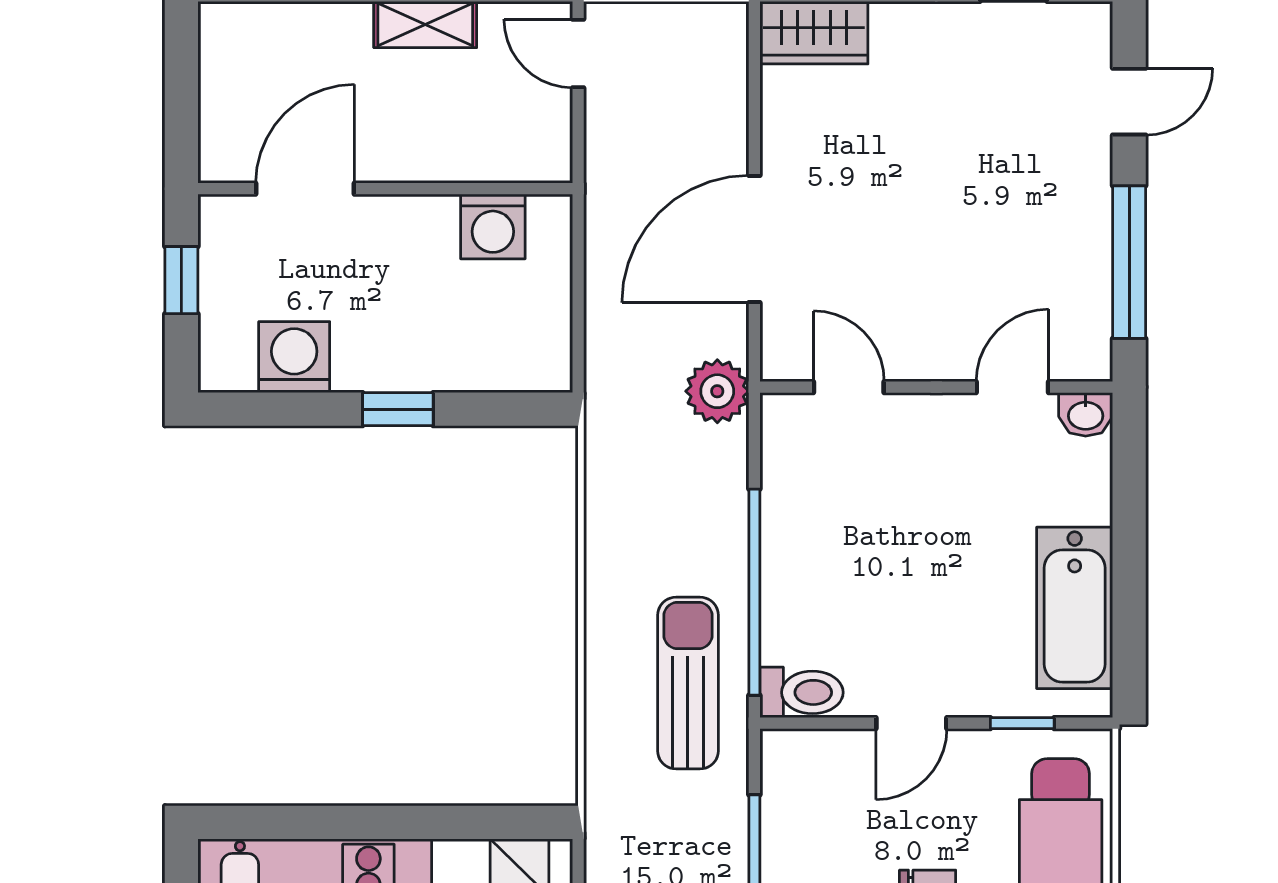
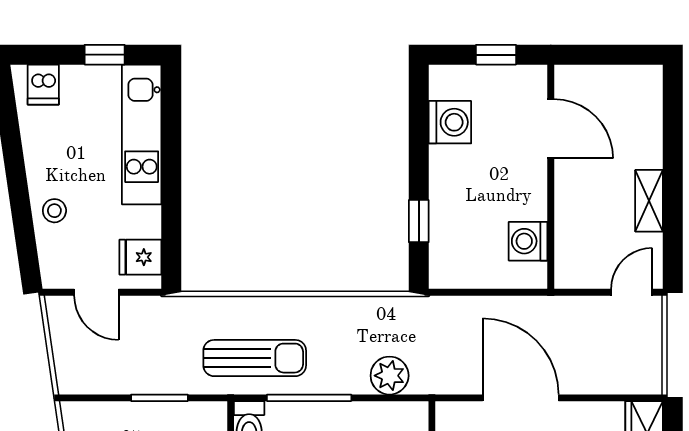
plant: (717, 391) -> (390, 376), moved
window: (398, 409) -> (419, 221), moved
window: (754, 592) -> (309, 398), width x0.68

